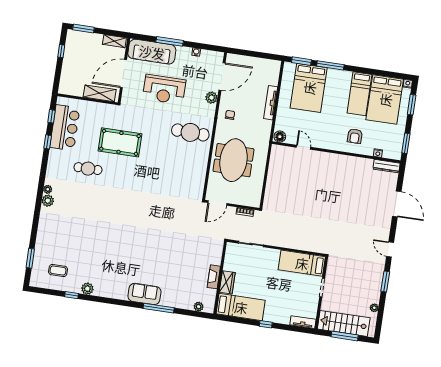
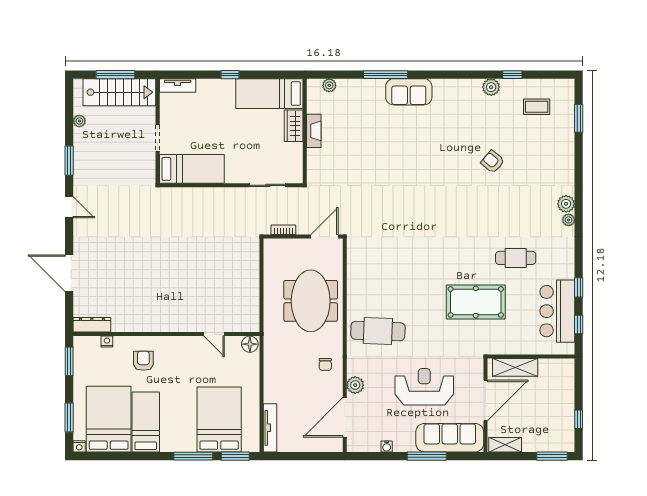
tv unit: (271, 103) -> (270, 428), moved
armchair: (94, 237) -> (493, 162), added

